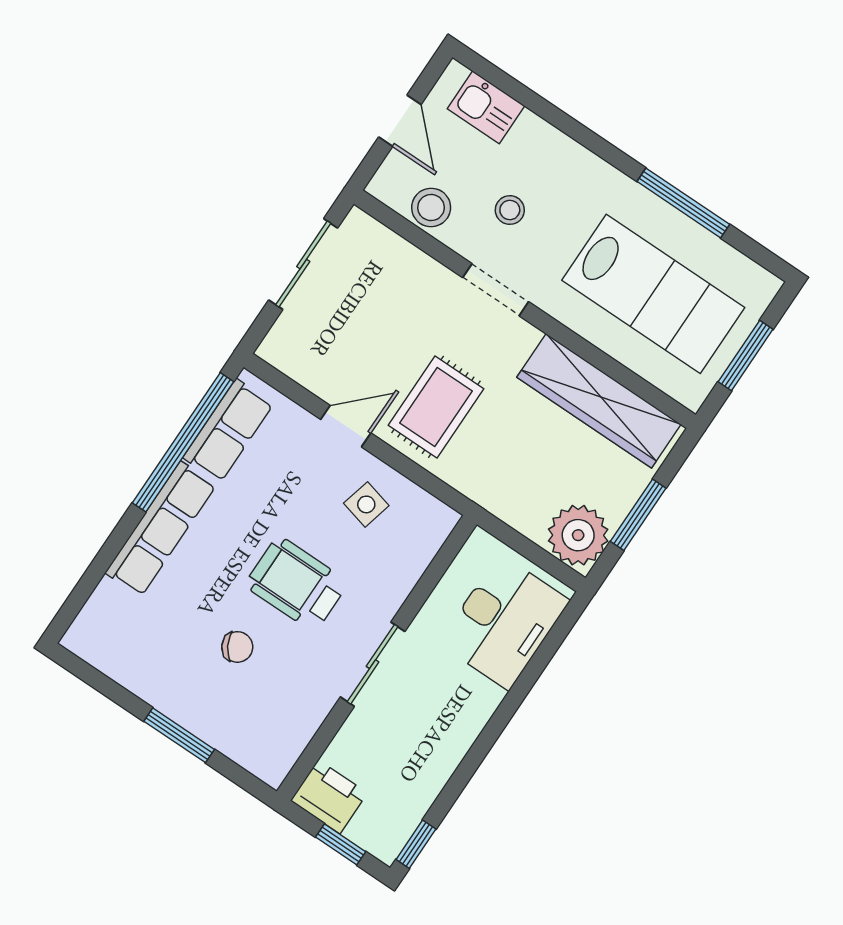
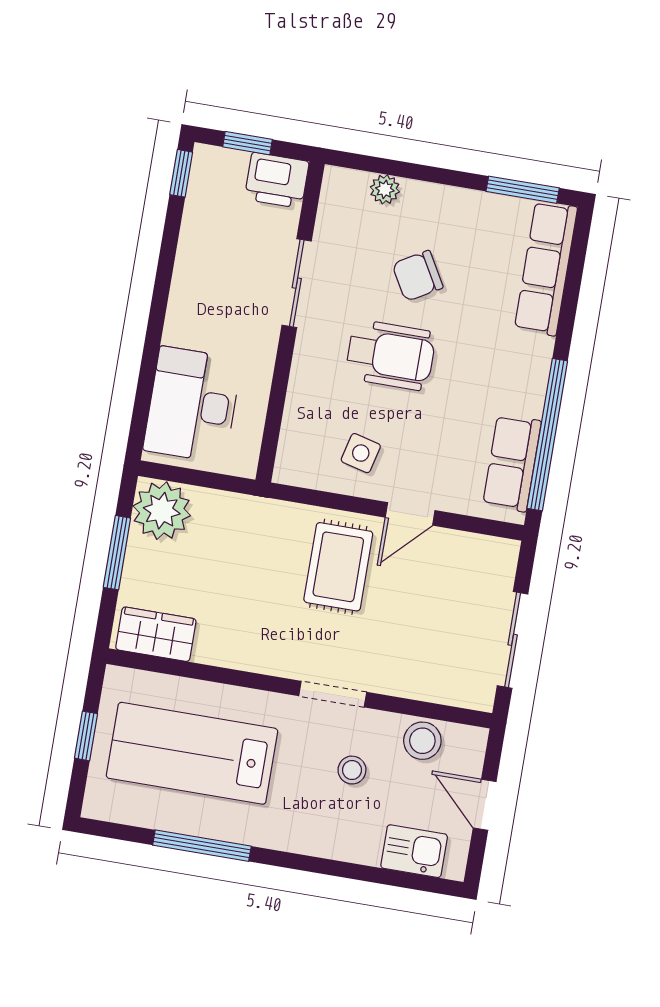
window: (746, 356) -> (86, 736), width x0.67
wardrobe: (599, 401) -> (156, 634), width x0.48, depth x0.85
row of seats: (161, 529) -> (546, 268), moved
chair: (237, 647) -> (418, 276), width x1.37, depth x1.37
sliding door: (373, 664) -> (297, 283), moved
window: (179, 735) -> (523, 190), moved
plant: (231, 742) -> (385, 189), added

